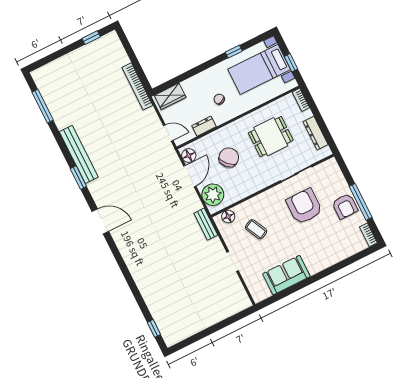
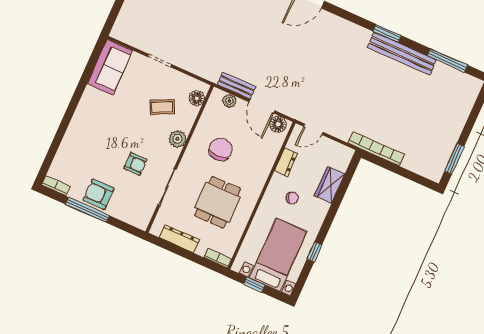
window: (91, 38) -> (454, 159), width x1.50
wardrobe: (170, 96) -> (330, 185), moved
bench: (79, 154) -> (402, 54), moved
chair: (229, 157) -> (220, 149), moved, turned -137
window: (78, 178) -> (387, 33), moved
plant: (213, 195) -> (229, 101), width x0.53, depth x0.53
plant: (263, 200) -> (177, 139), added
armchair: (304, 206) -> (135, 164), width x0.53, depth x0.53
bench: (206, 224) -> (236, 86), moved
sofa: (286, 275) -> (110, 67), moved

